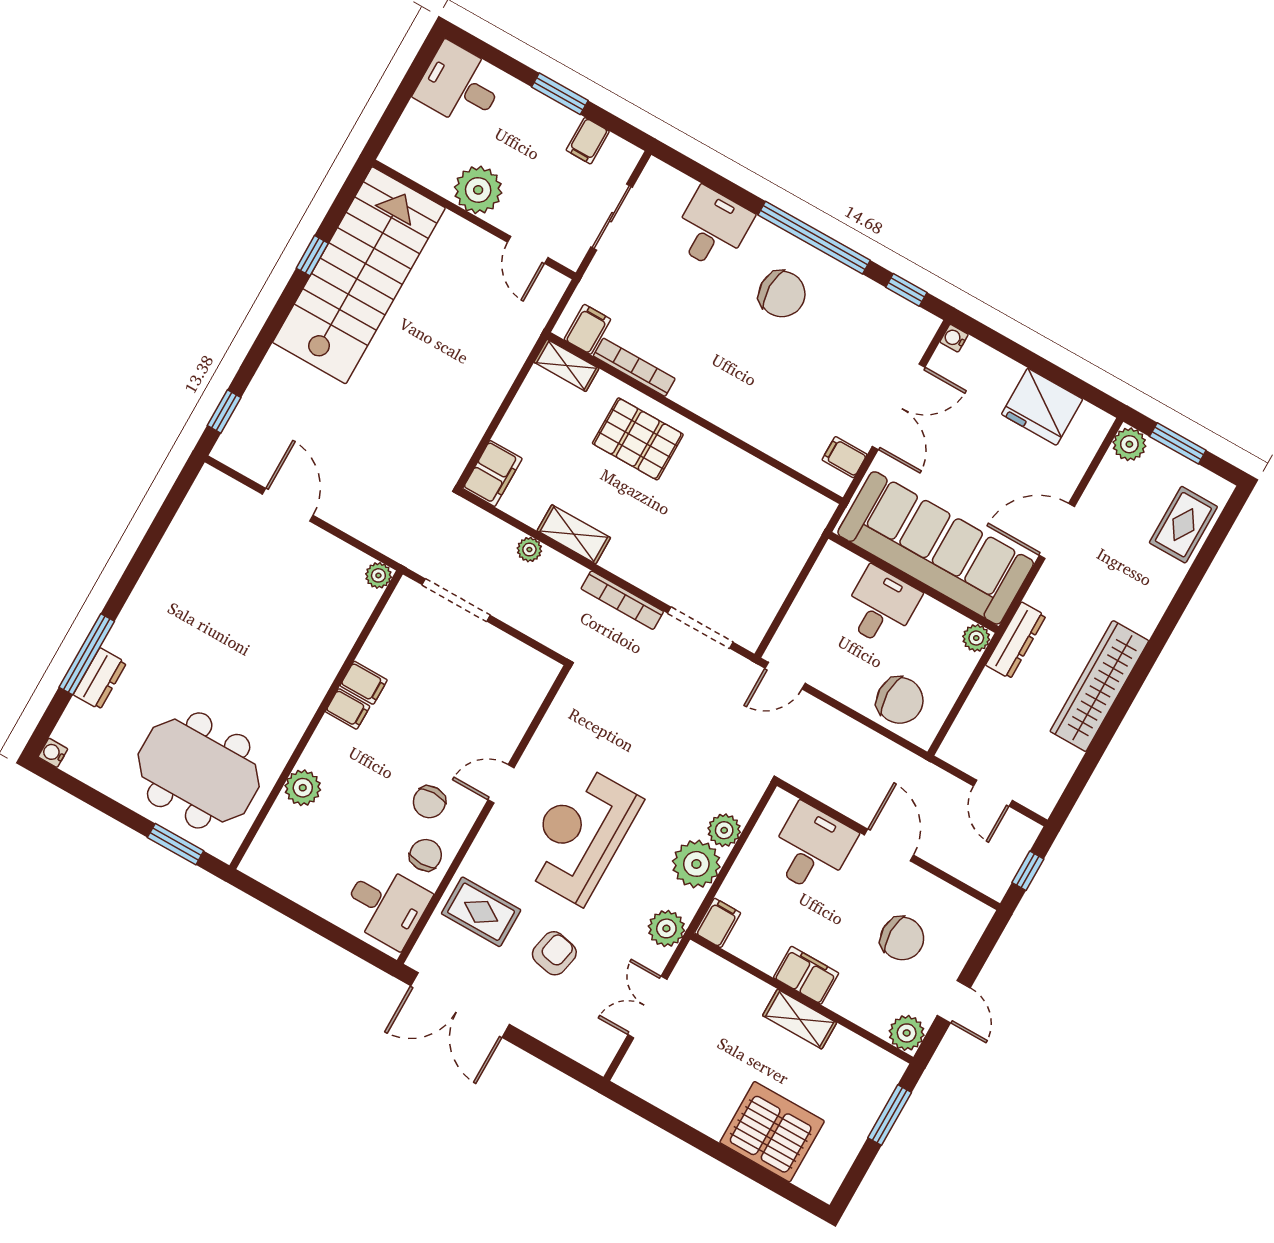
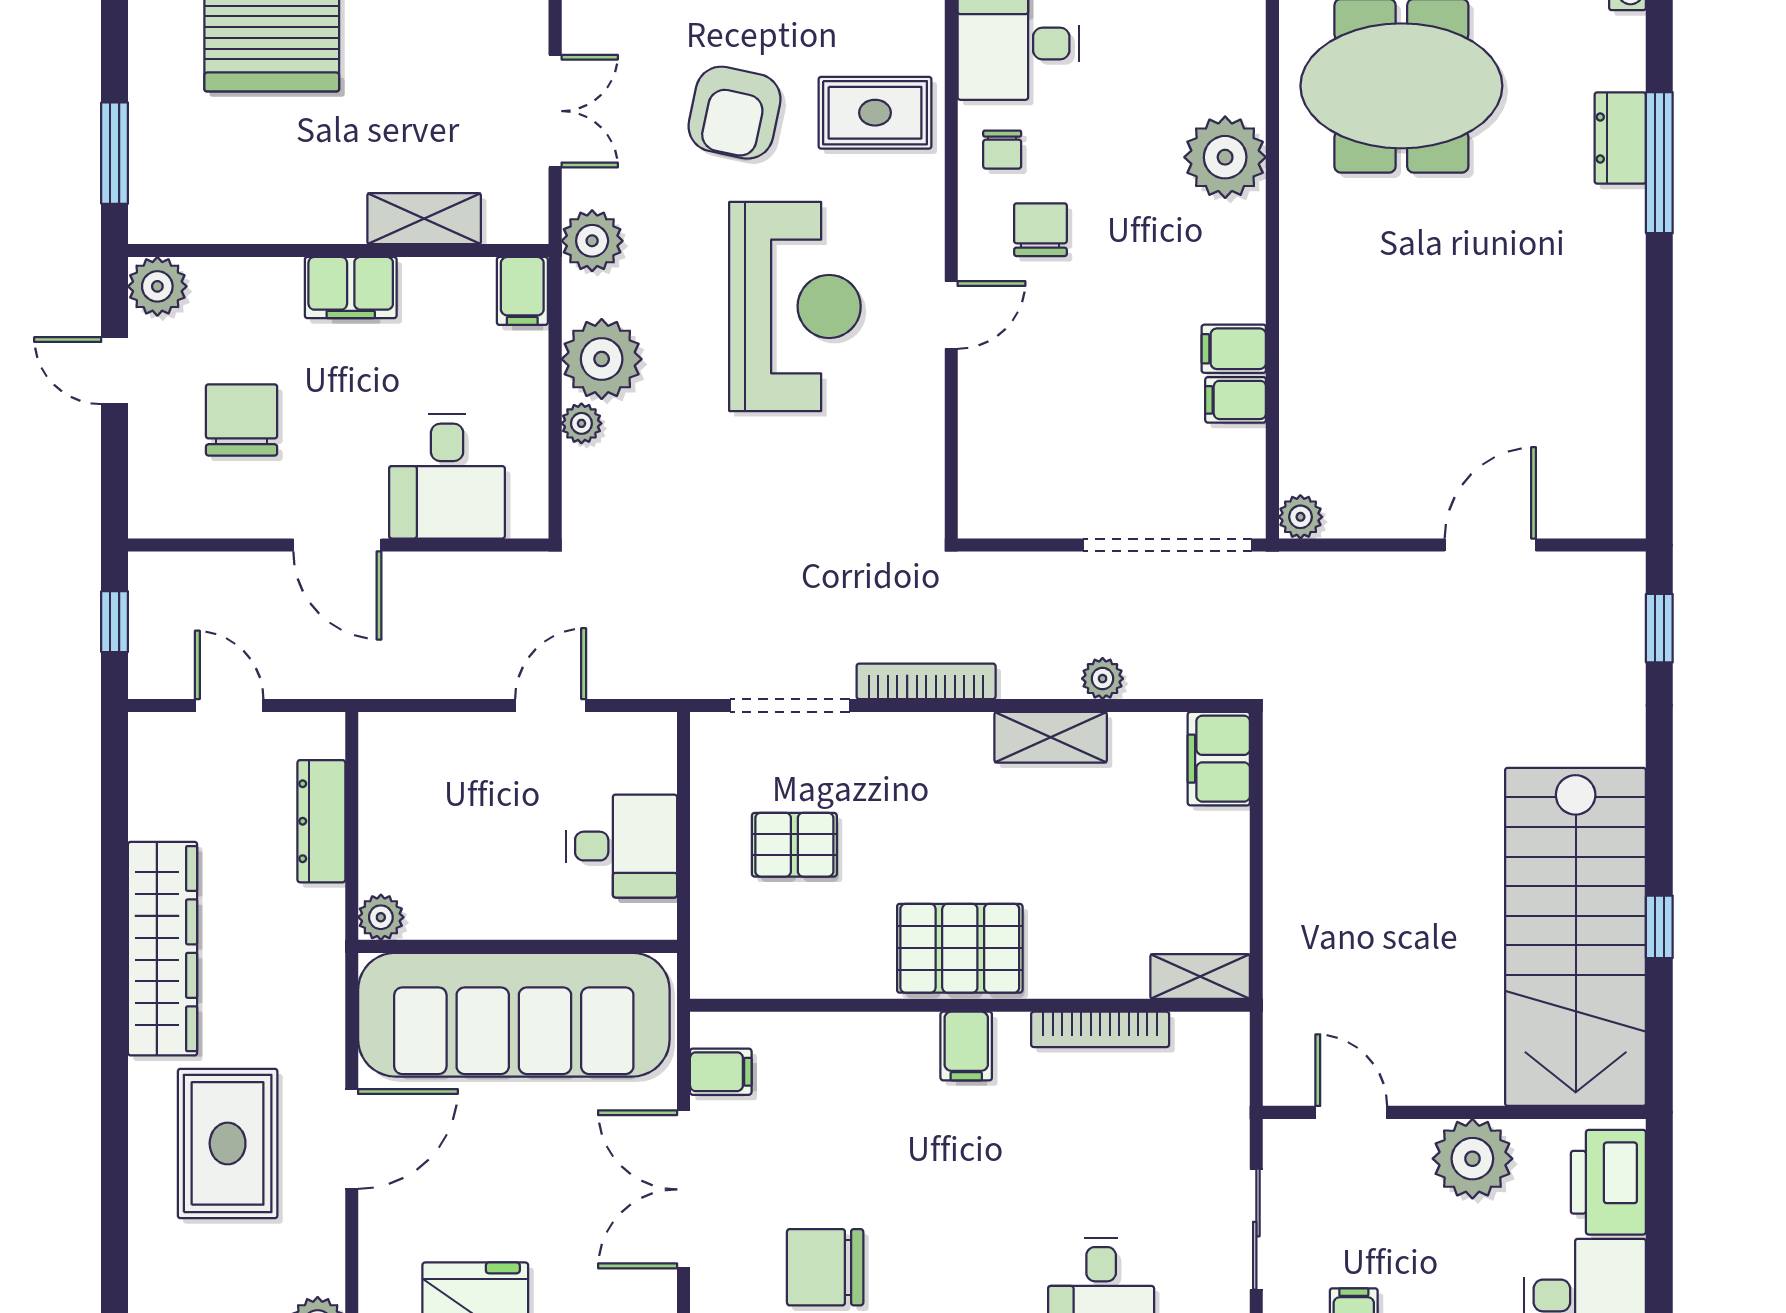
printer: (414, 138) -> (1608, 1182), added
chair: (782, 294) -> (825, 1267), moved
filing cabinet: (587, 329) -> (966, 1046), moved
pallet: (638, 439) -> (960, 948), moved
door: (288, 505) -> (1490, 545), swing flipped
rug: (1183, 525) -> (228, 1143), moved, width x1.36, depth x1.43
pallet: (739, 554) -> (794, 845), added
doorway: (456, 600) -> (1168, 545), width x1.36
desk: (881, 607) -> (622, 846), moved, turned -90
dresser: (1016, 640) -> (321, 821), moved
door: (785, 676) -> (551, 706), moved
chair: (900, 700) -> (441, 764), removed
filing cabinet: (348, 709) -> (1236, 400), moved
plant: (303, 788) -> (1225, 157), width x1.36, depth x1.36
plant: (724, 830) -> (581, 423), width x0.73, depth x0.73
chair: (426, 855) -> (1002, 150), width x0.73, depth x0.73
chair: (902, 938) -> (242, 420), turned 90
armchair: (554, 953) -> (734, 113), width x1.38, depth x1.38
shelving: (800, 1019) -> (424, 219), moved

